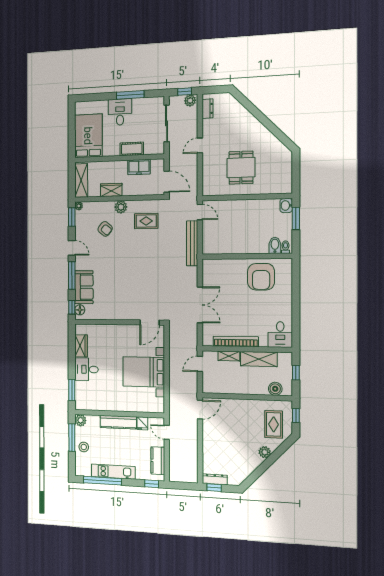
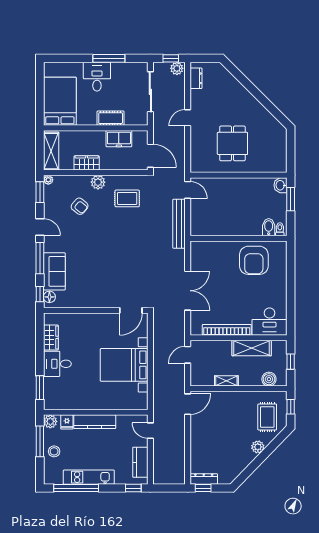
desk: (280, 334) -> (269, 322), width x1.37
shelving: (229, 356) -> (226, 381), moved
fridge: (142, 423) -> (67, 422), moved

